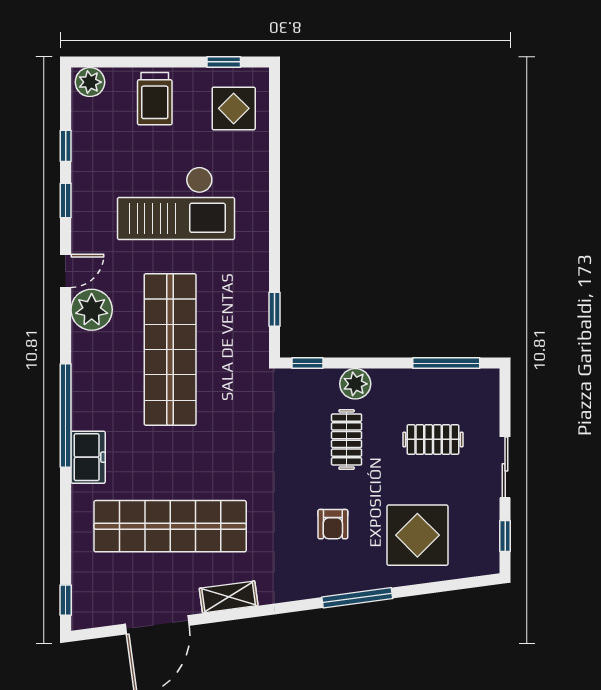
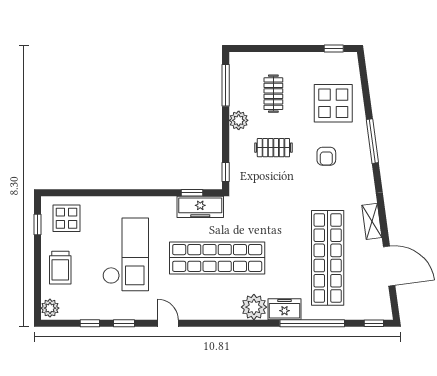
trolley: (155, 99) -> (60, 268), turned 90
plant: (92, 310) -> (254, 307), moved
freezer: (252, 322) -> (200, 207), added
plant: (355, 384) -> (239, 120), moved
window: (66, 416) -> (312, 323), moved
sliding door: (505, 467) -> (291, 49), removed
armchair: (333, 524) -> (326, 156), turned 90

